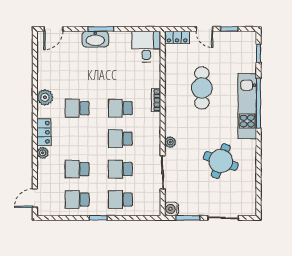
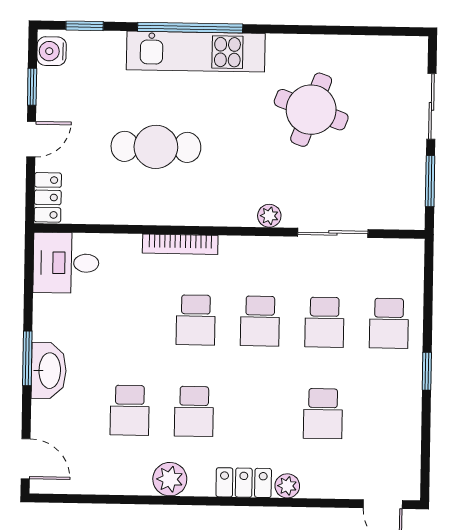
bookcase: (156, 100) -> (180, 244), width x1.56
school desk: (77, 200) -> (130, 410), moved
water cooler: (172, 209) -> (52, 51), moved, turned 90

